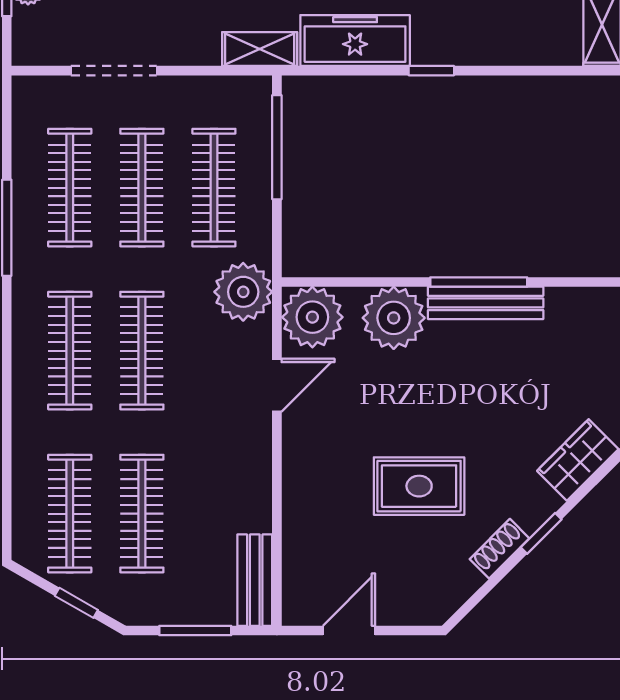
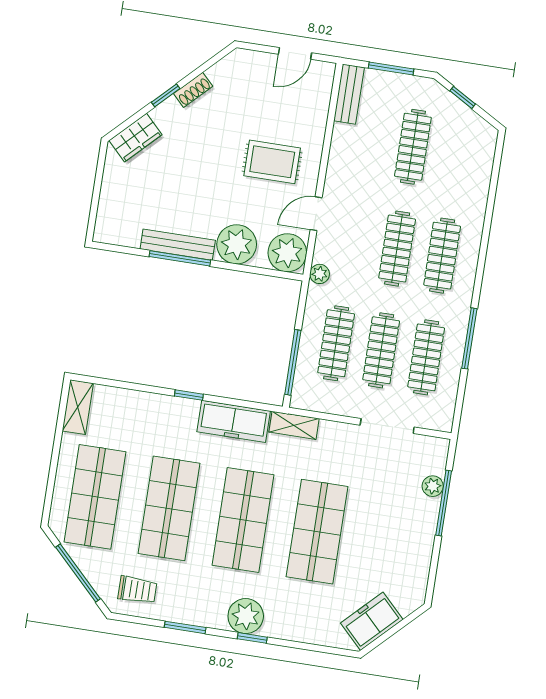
plant: (243, 292) -> (320, 274), width x0.53, depth x0.53
rug: (419, 486) -> (272, 162), moved
clothes rail: (70, 514) -> (458, 154), removed

